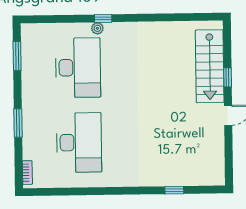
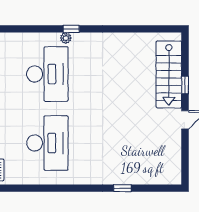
window: (174, 190) -> (122, 188), moved

